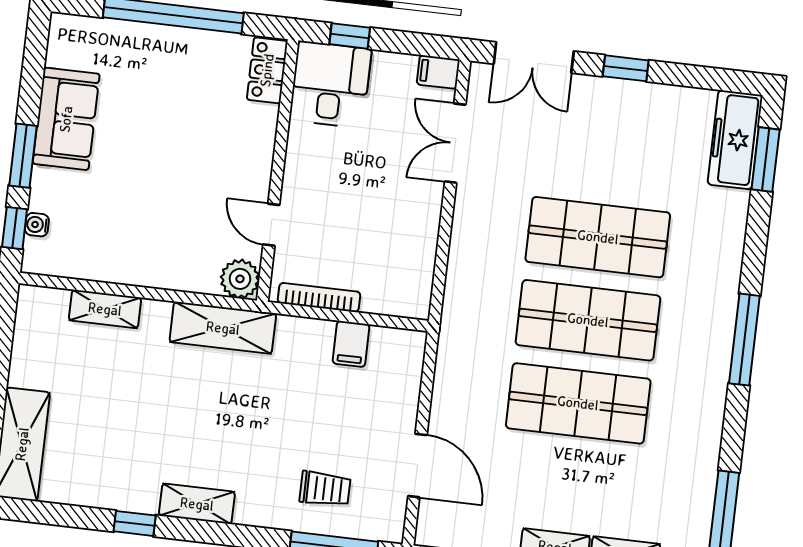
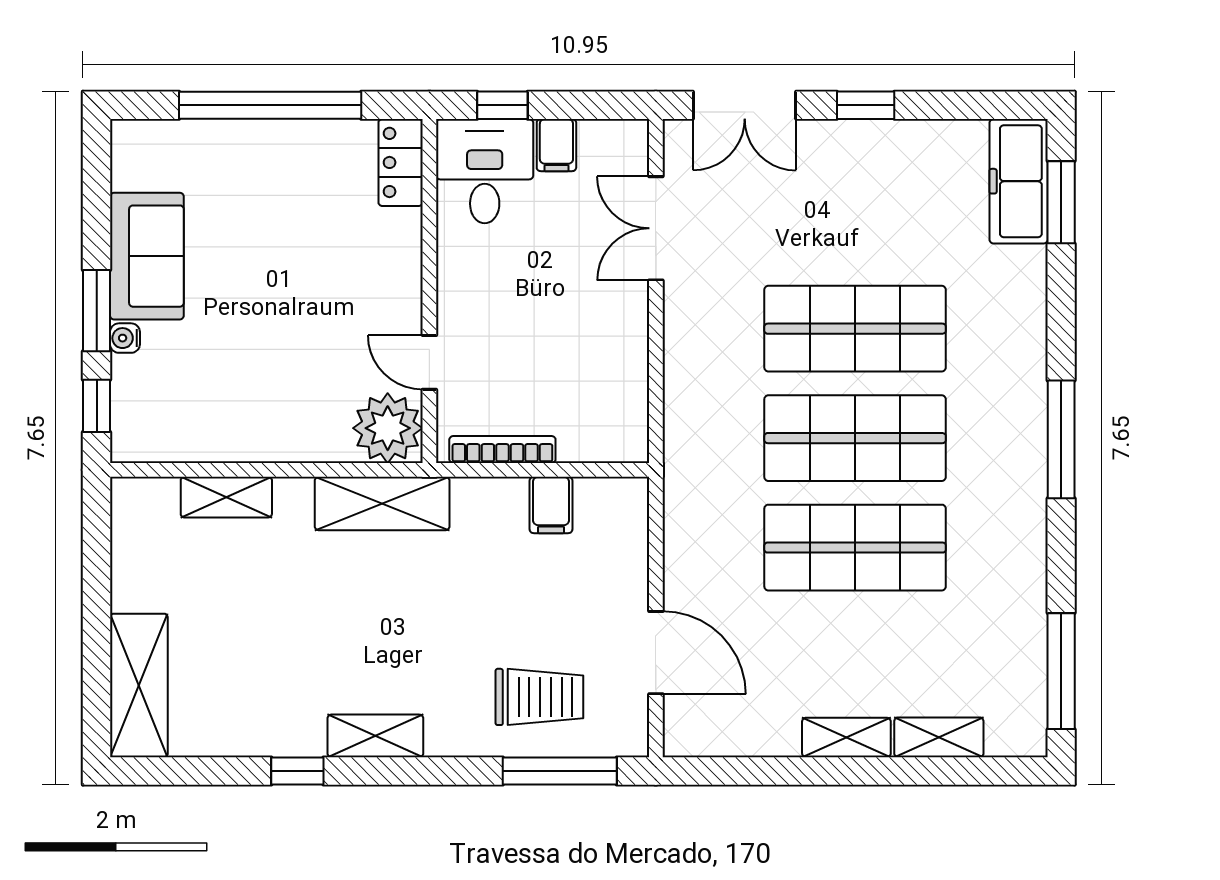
filing cabinet: (438, 72) -> (556, 145), moved, turned -90
water cooler: (37, 225) -> (125, 338), moved
plant: (240, 279) -> (388, 428), width x1.36, depth x1.36
trolley: (325, 489) -> (539, 697), width x1.36, depth x1.39

